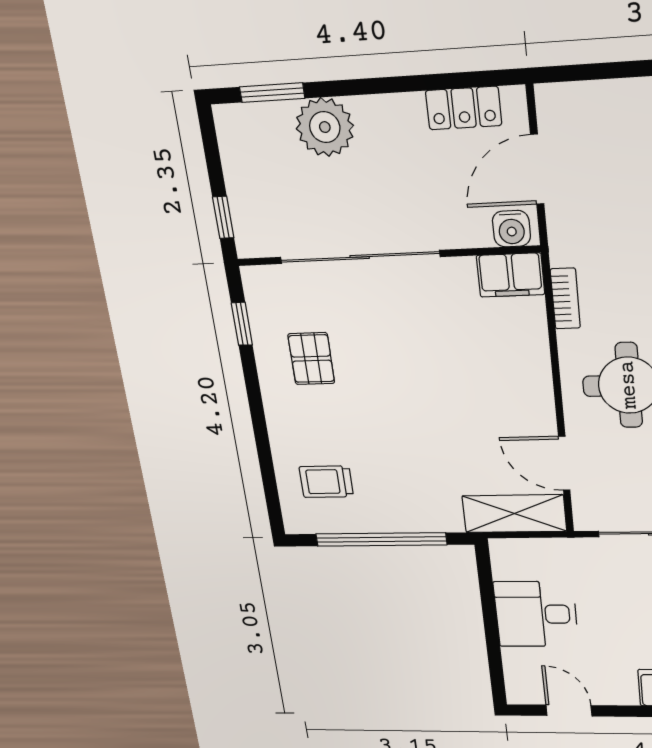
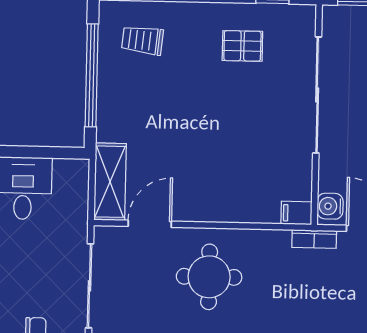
filing cabinet: (510, 275) -> (296, 213), width x0.50
bookcase: (565, 298) -> (314, 239), moved
trolley: (326, 482) -> (142, 40), turned -84

